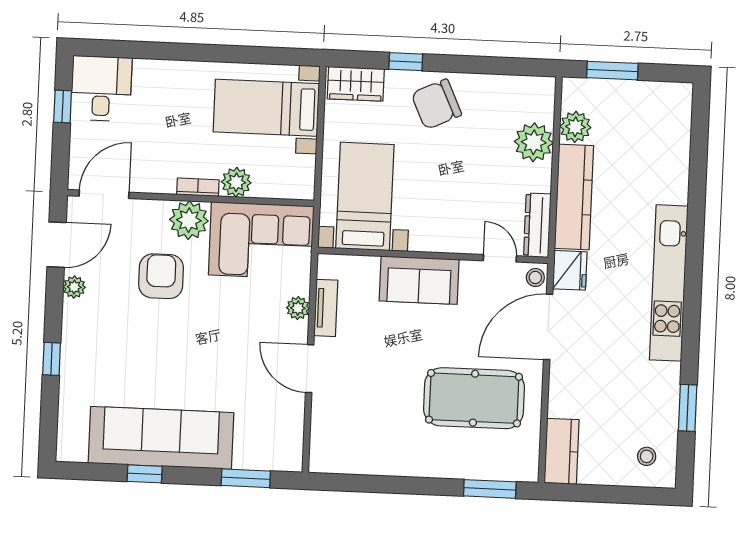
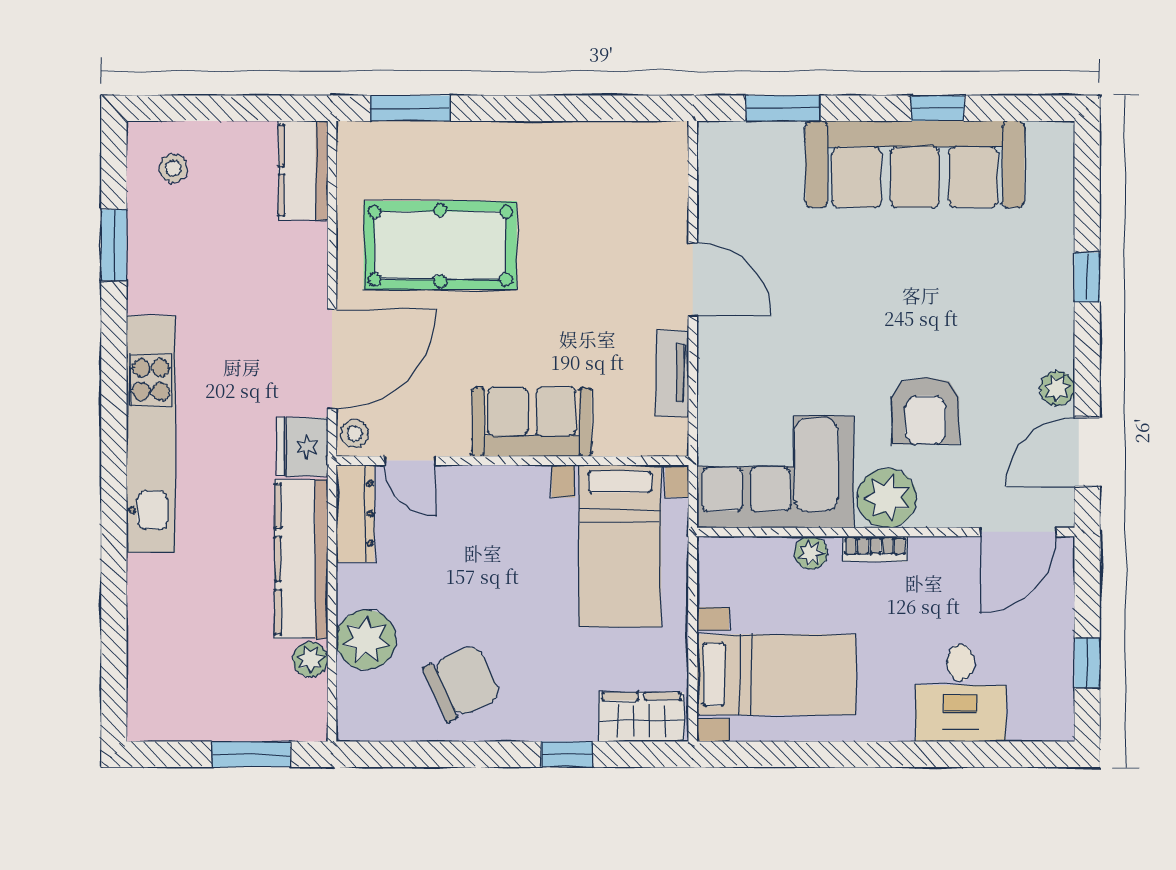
desk: (101, 89) -> (961, 693), moved
chair: (436, 104) -> (462, 683), moved
plant: (575, 127) -> (310, 660), width x0.73, depth x0.73
plant: (236, 182) -> (811, 553), width x0.73, depth x0.73
plant: (298, 308) -> (715, 371), removed

